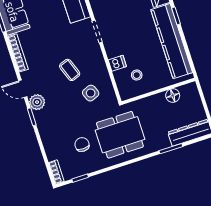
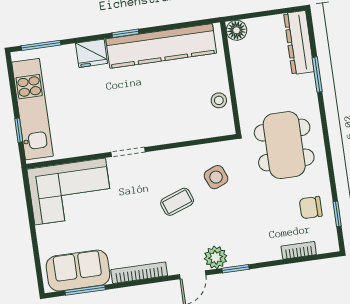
dishwasher: (117, 63) -> (179, 131), removed
stool: (137, 75) -> (219, 100), moved
floor lamp: (173, 96) -> (236, 30), moved
chair: (82, 145) -> (311, 208), moved
bookcase: (56, 172) -> (299, 250), moved

